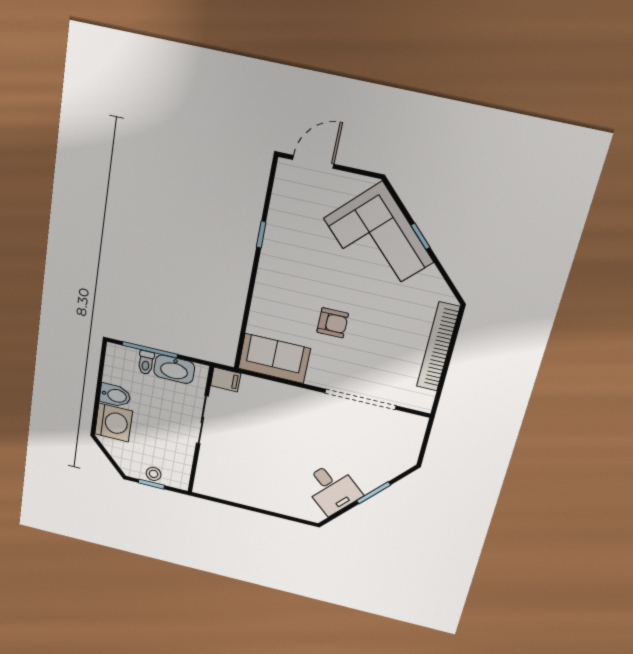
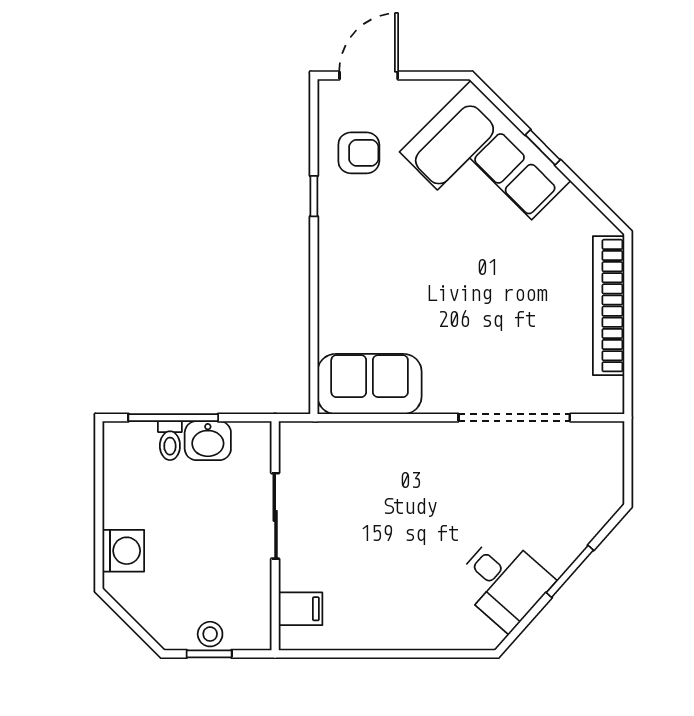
armchair: (333, 323) -> (359, 153), moved
washbasin: (174, 369) -> (208, 441), width x0.72
filing cabinet: (226, 380) -> (301, 609), moved
bidet: (115, 395) -> (127, 510), removed
washing machine: (114, 423) -> (123, 551), width x0.73, depth x0.73

